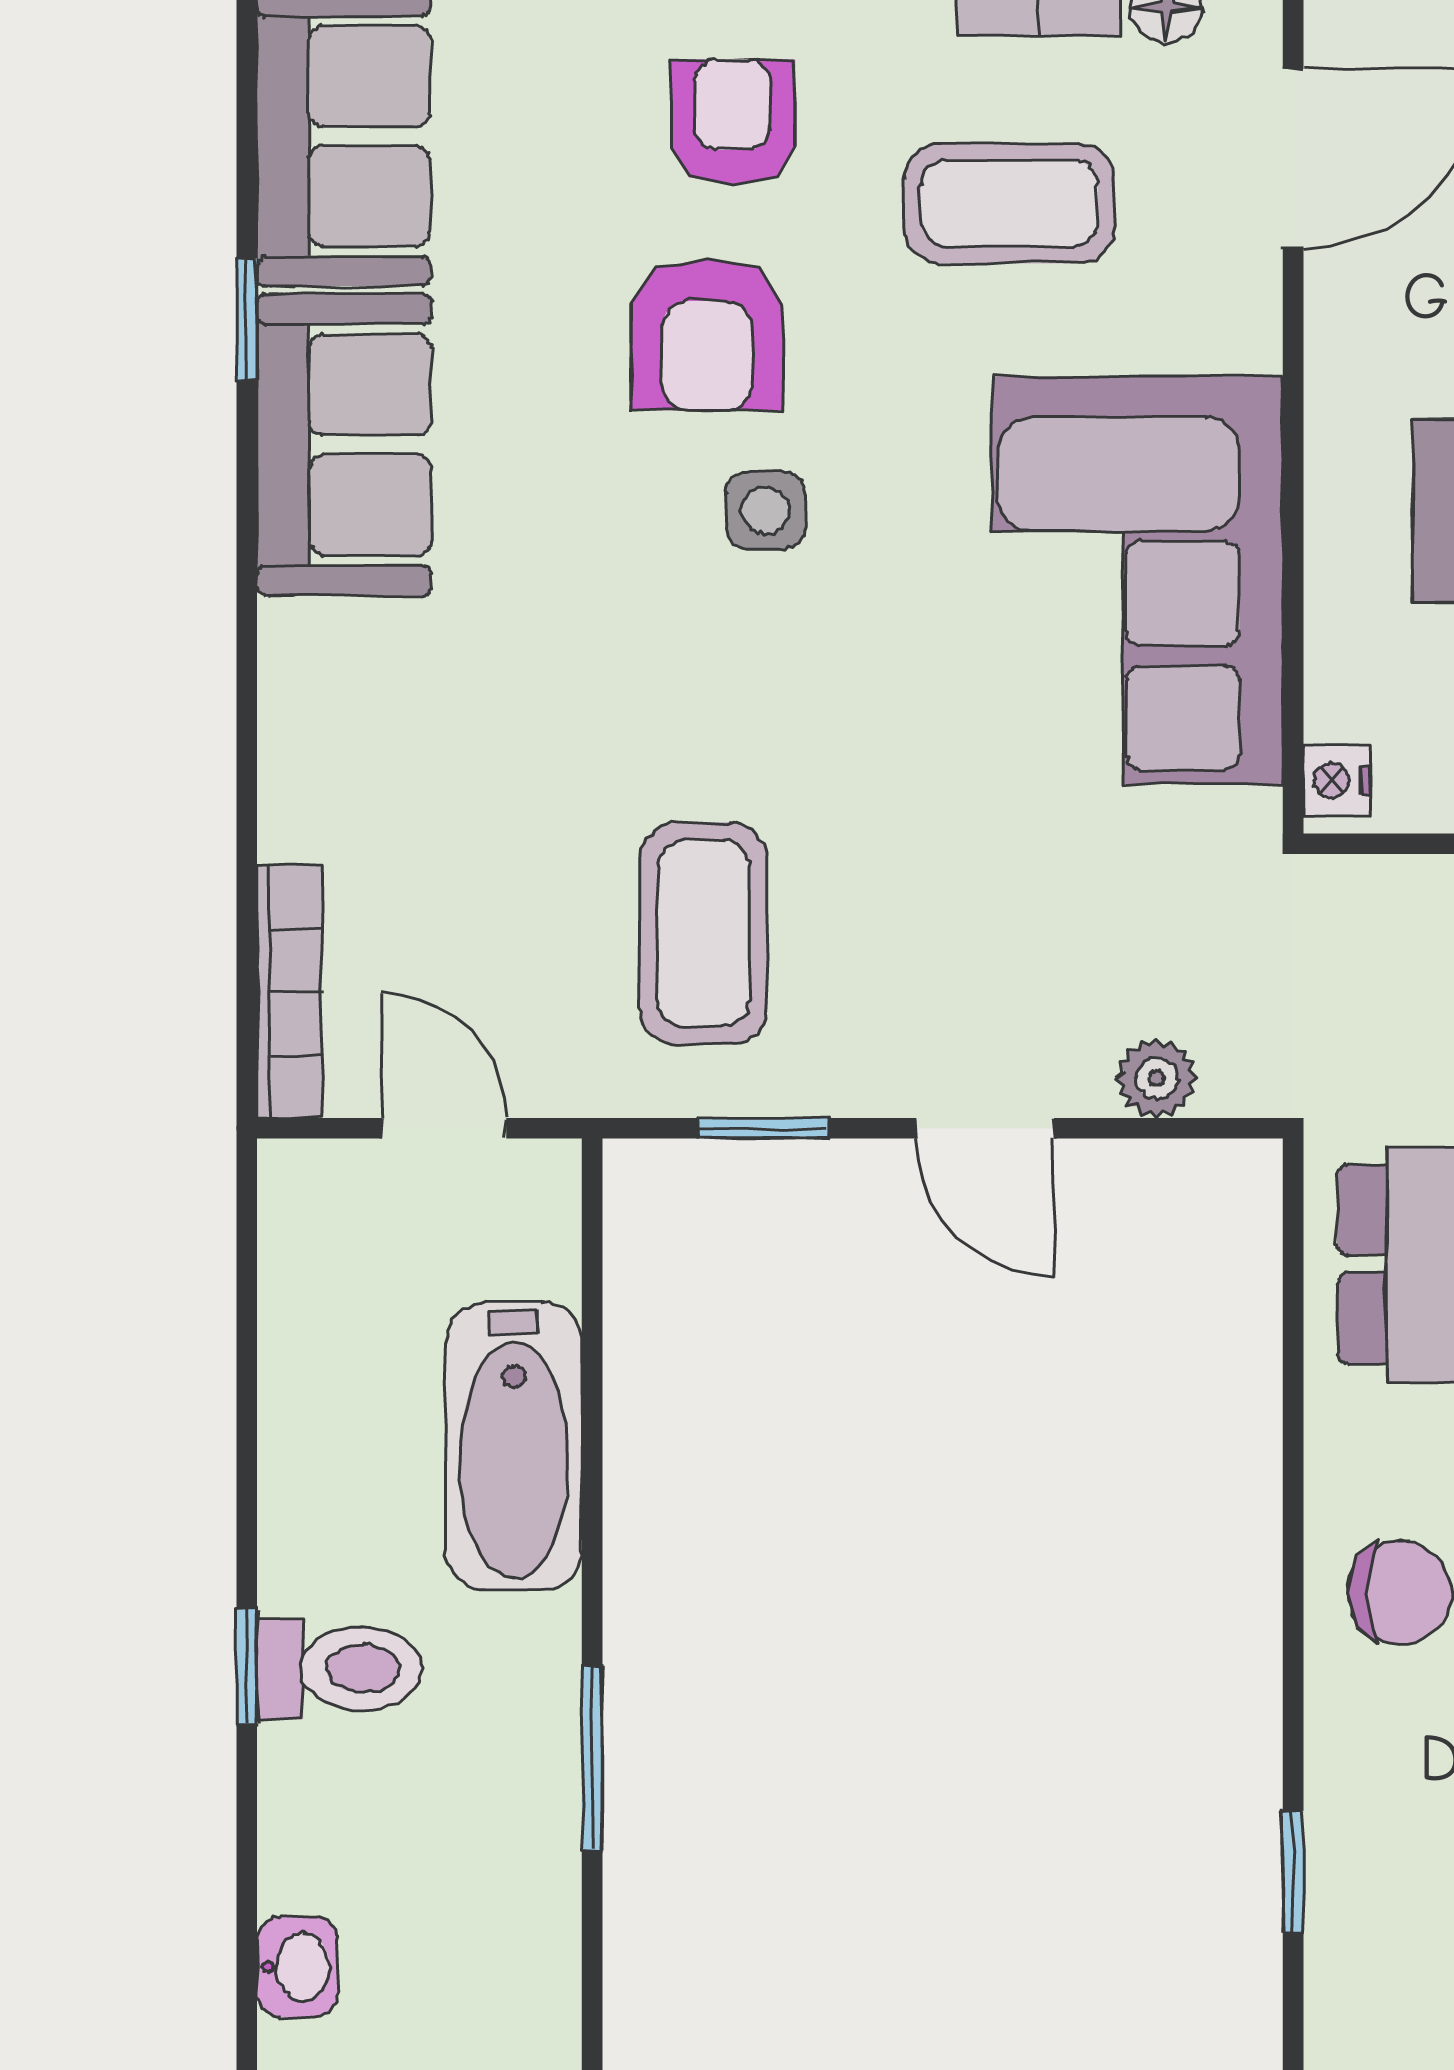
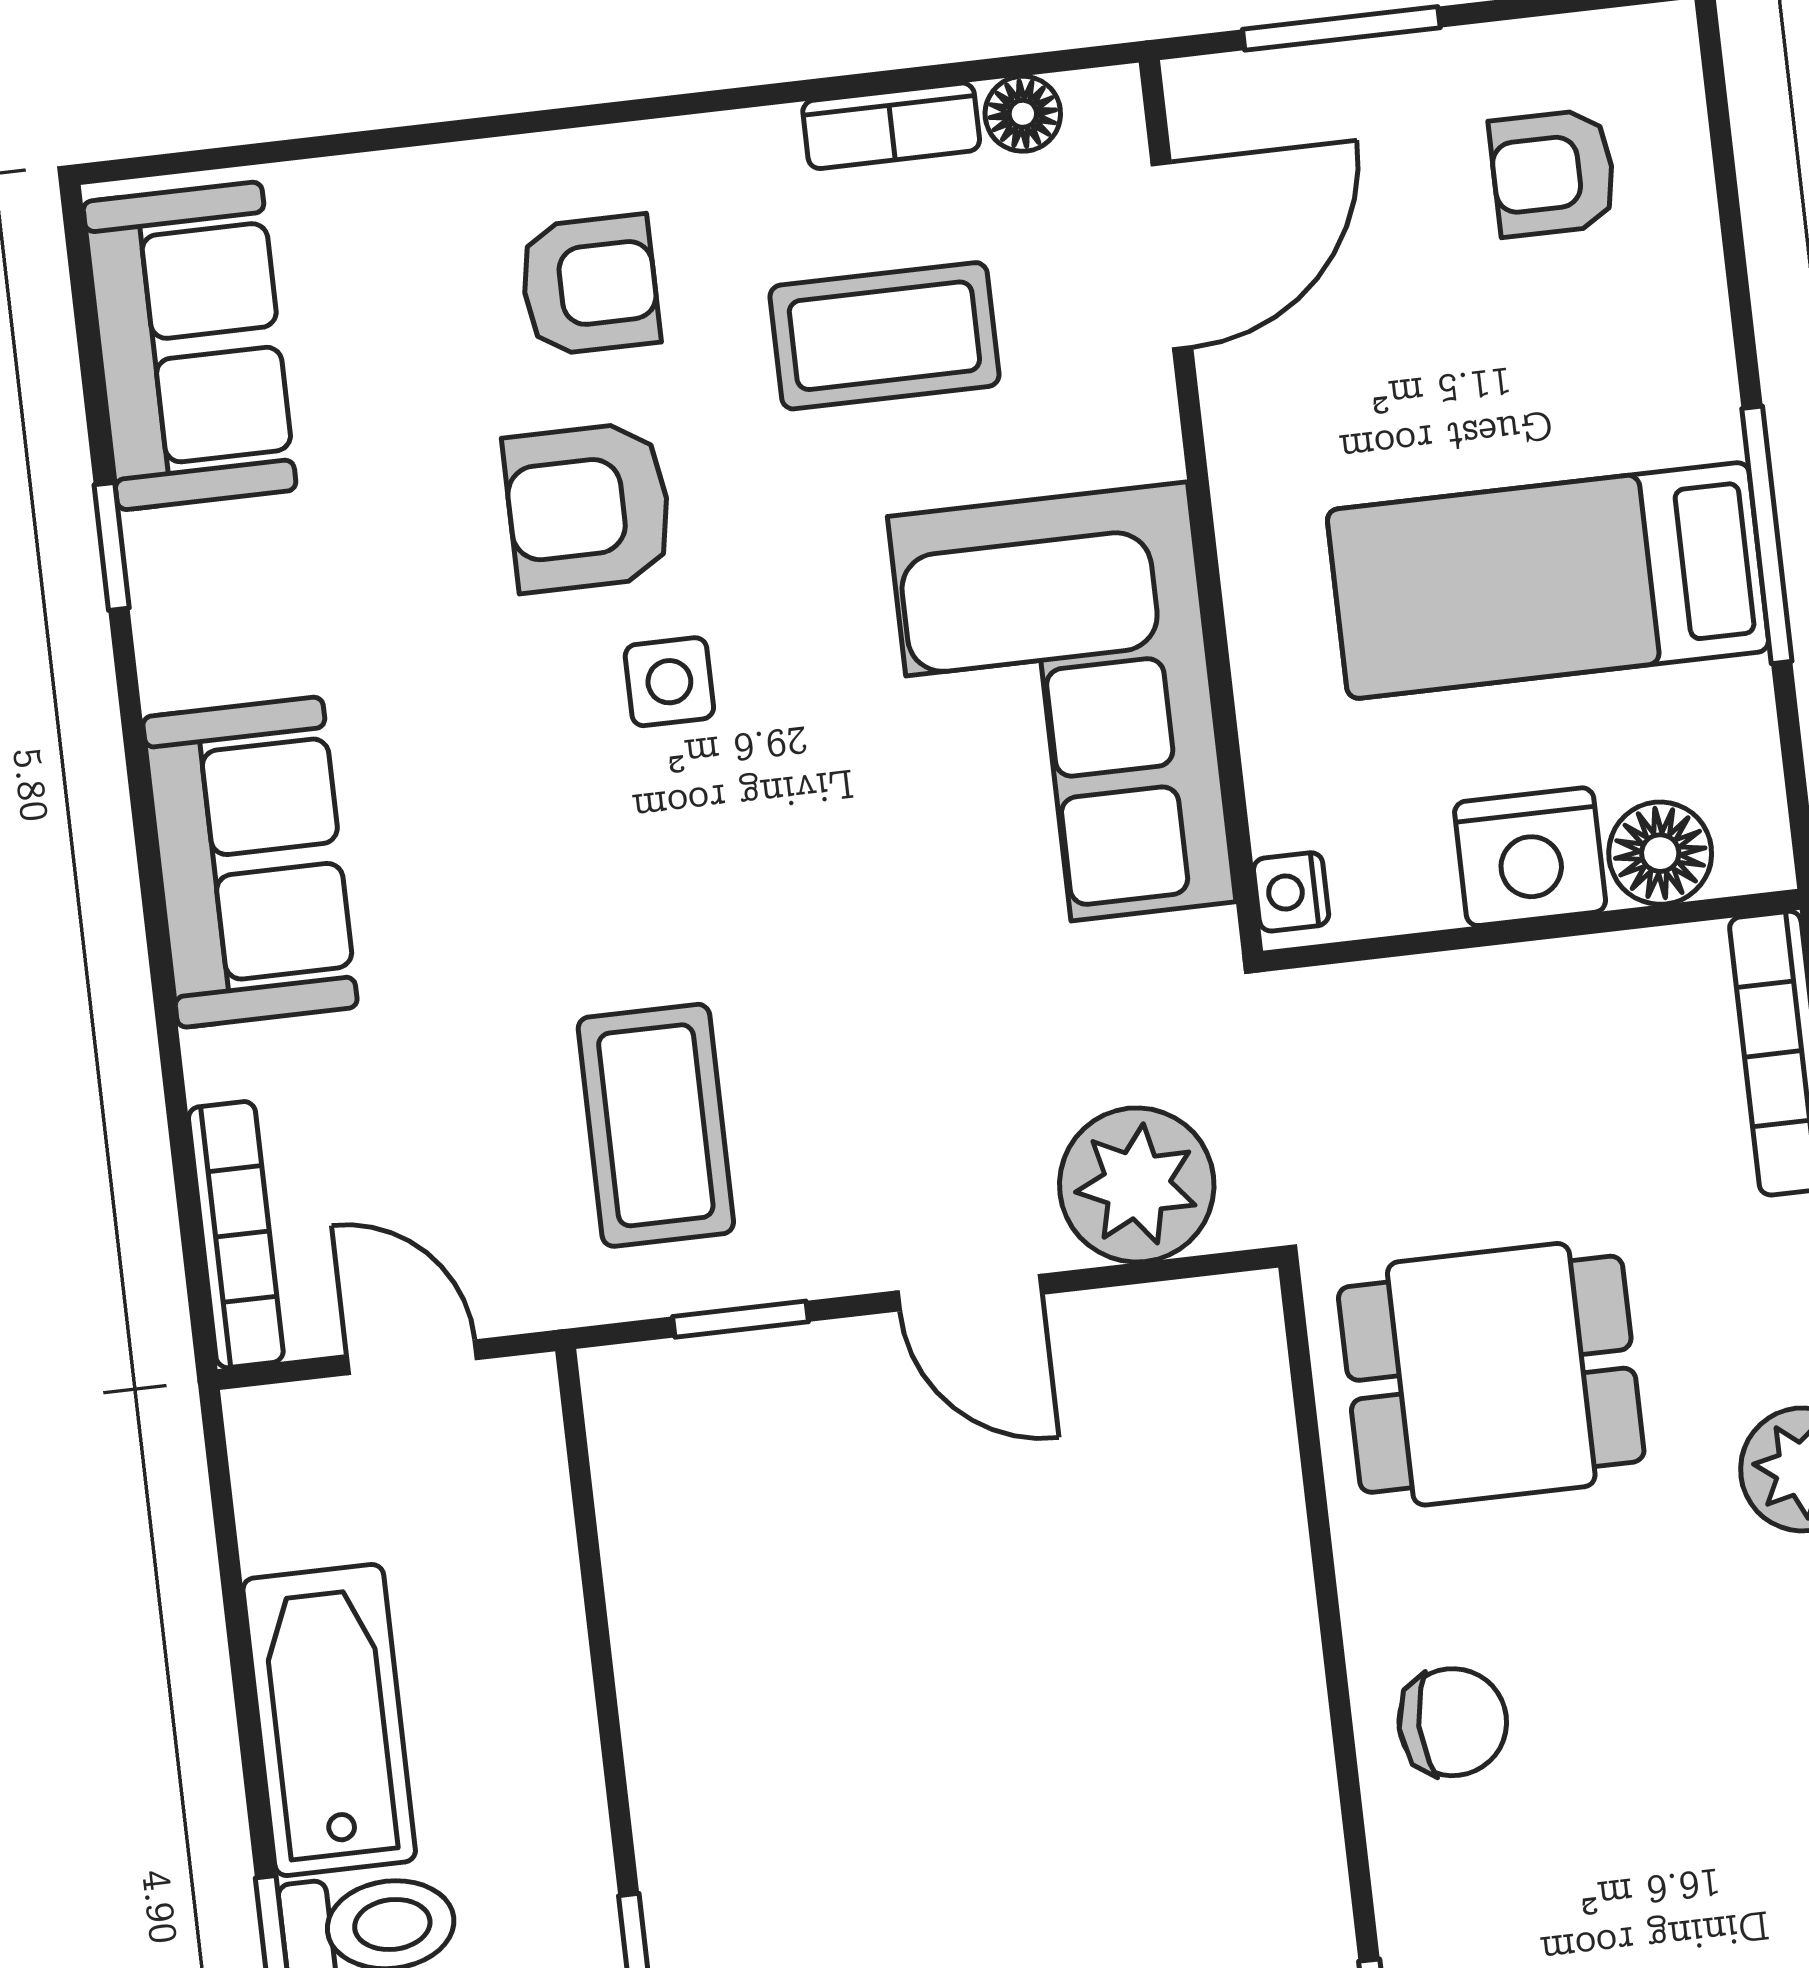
armchair: (733, 122) -> (589, 285), turned 90
armchair: (707, 334) -> (588, 507), turned 90
sofa: (344, 445) -> (250, 862), moved
plant: (1157, 1078) -> (1137, 1185), width x1.87, depth x1.87
bathtub: (514, 1446) -> (329, 1720), moved, turned 180

